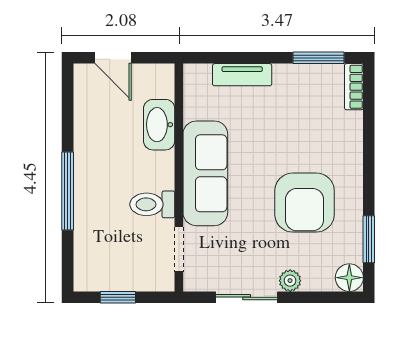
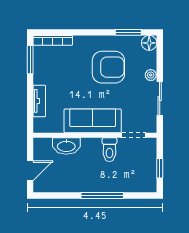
bookcase: (354, 87) -> (53, 40), width x1.56

